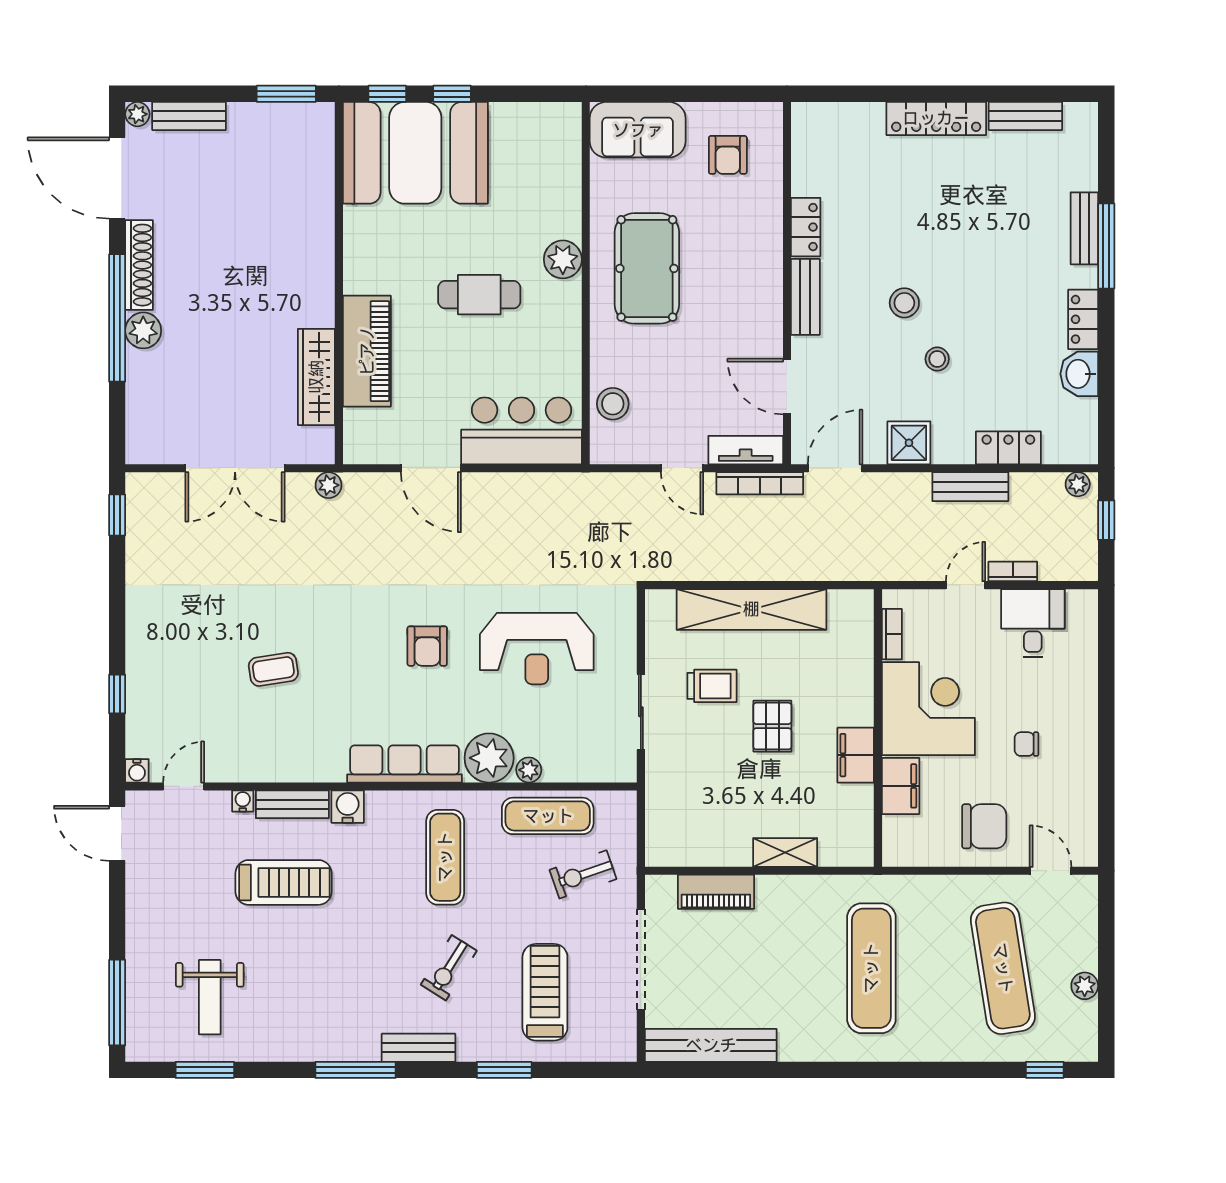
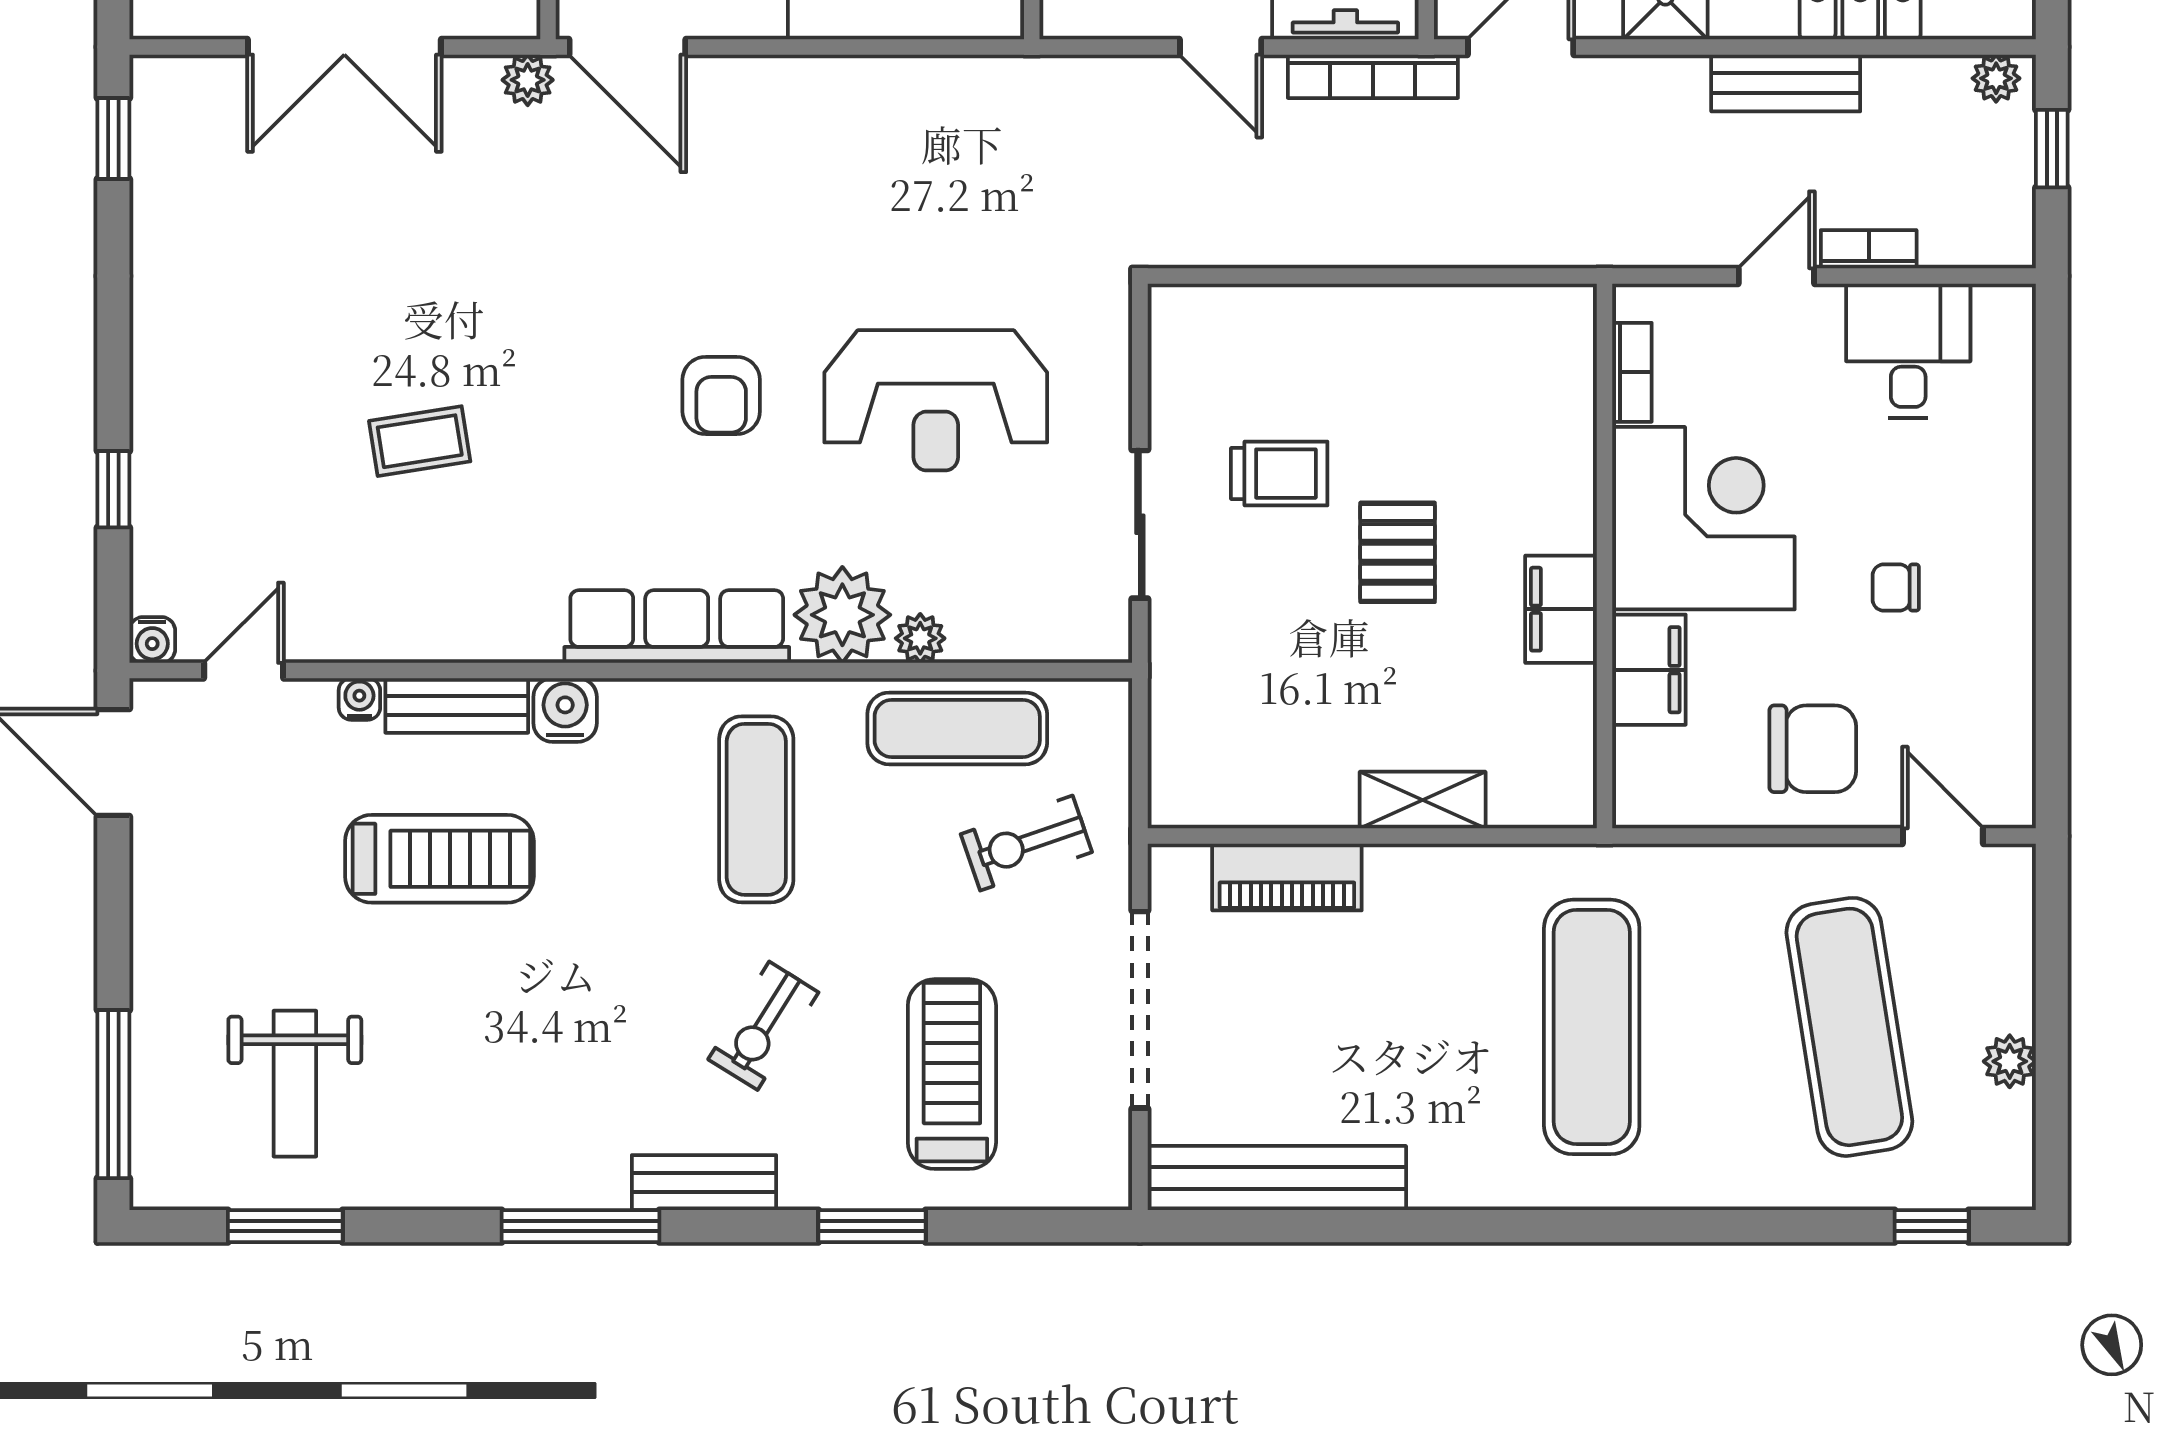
door: (431, 468) -> (627, 47), moved
shelving: (751, 609) -> (1357, 324), removed

